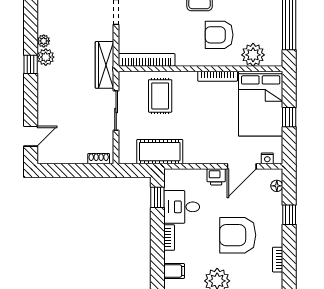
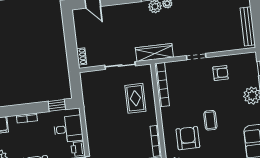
rug: (160, 96) -> (135, 98), turned 90
cot: (160, 152) -> (92, 103), removed
desk: (182, 207) -> (68, 129), moved, turned 90

